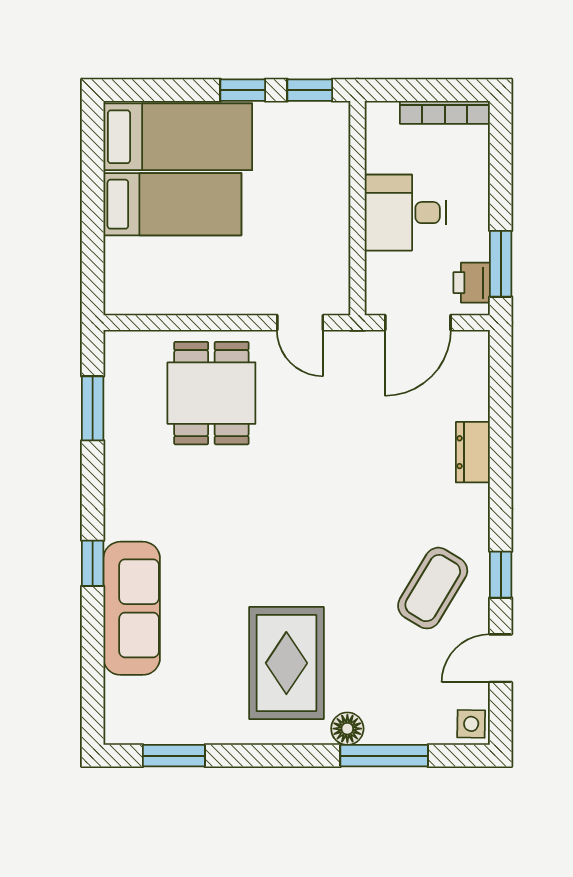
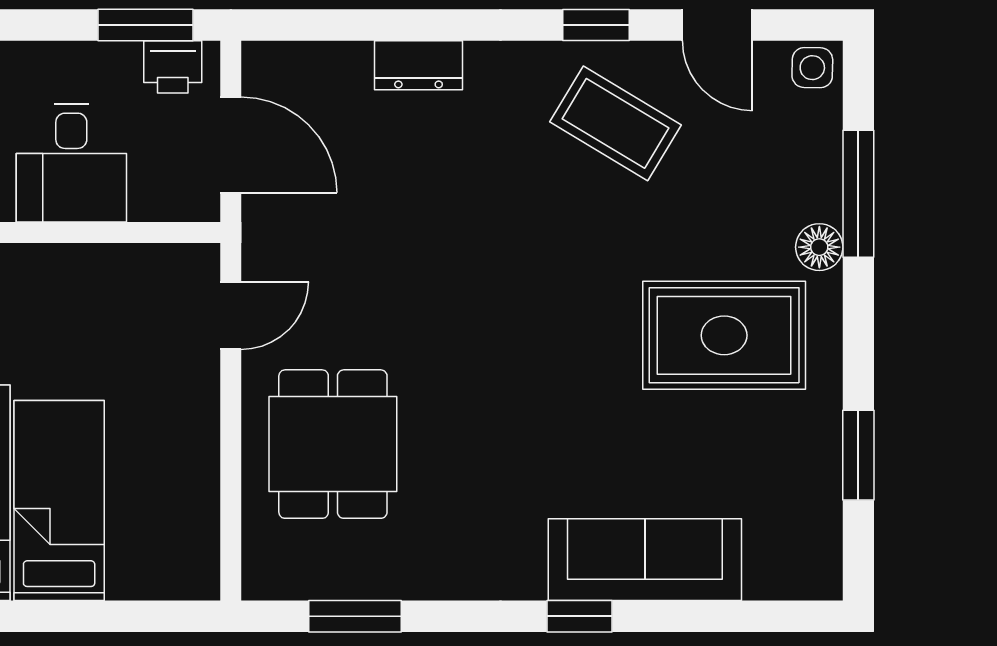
dining table: (211, 393) -> (333, 444), turned 90
window: (174, 756) -> (858, 455), moved

